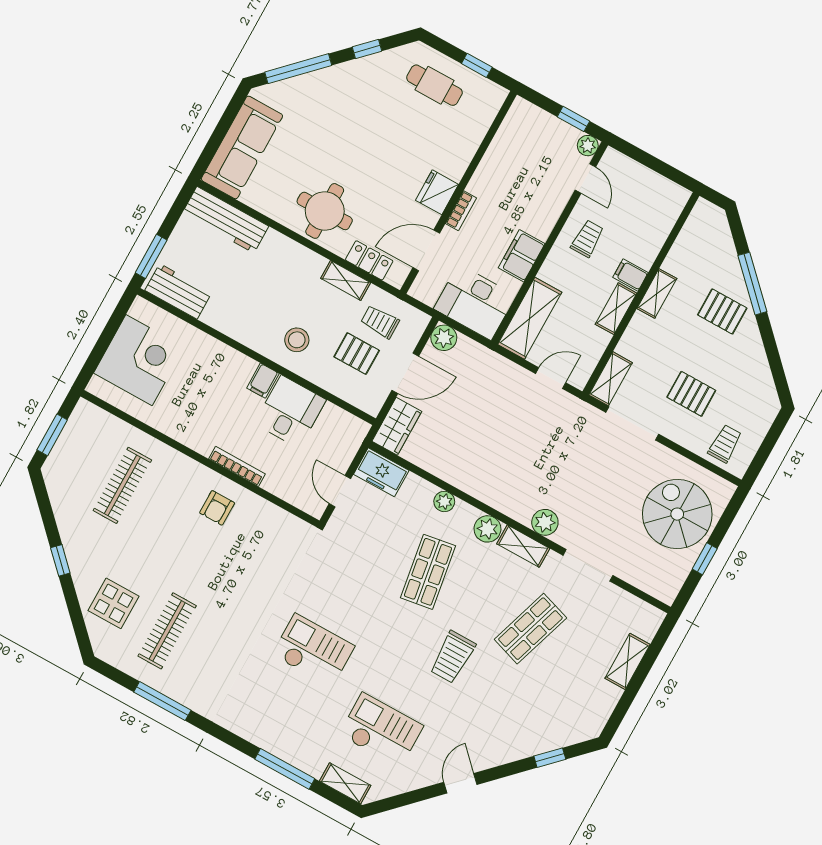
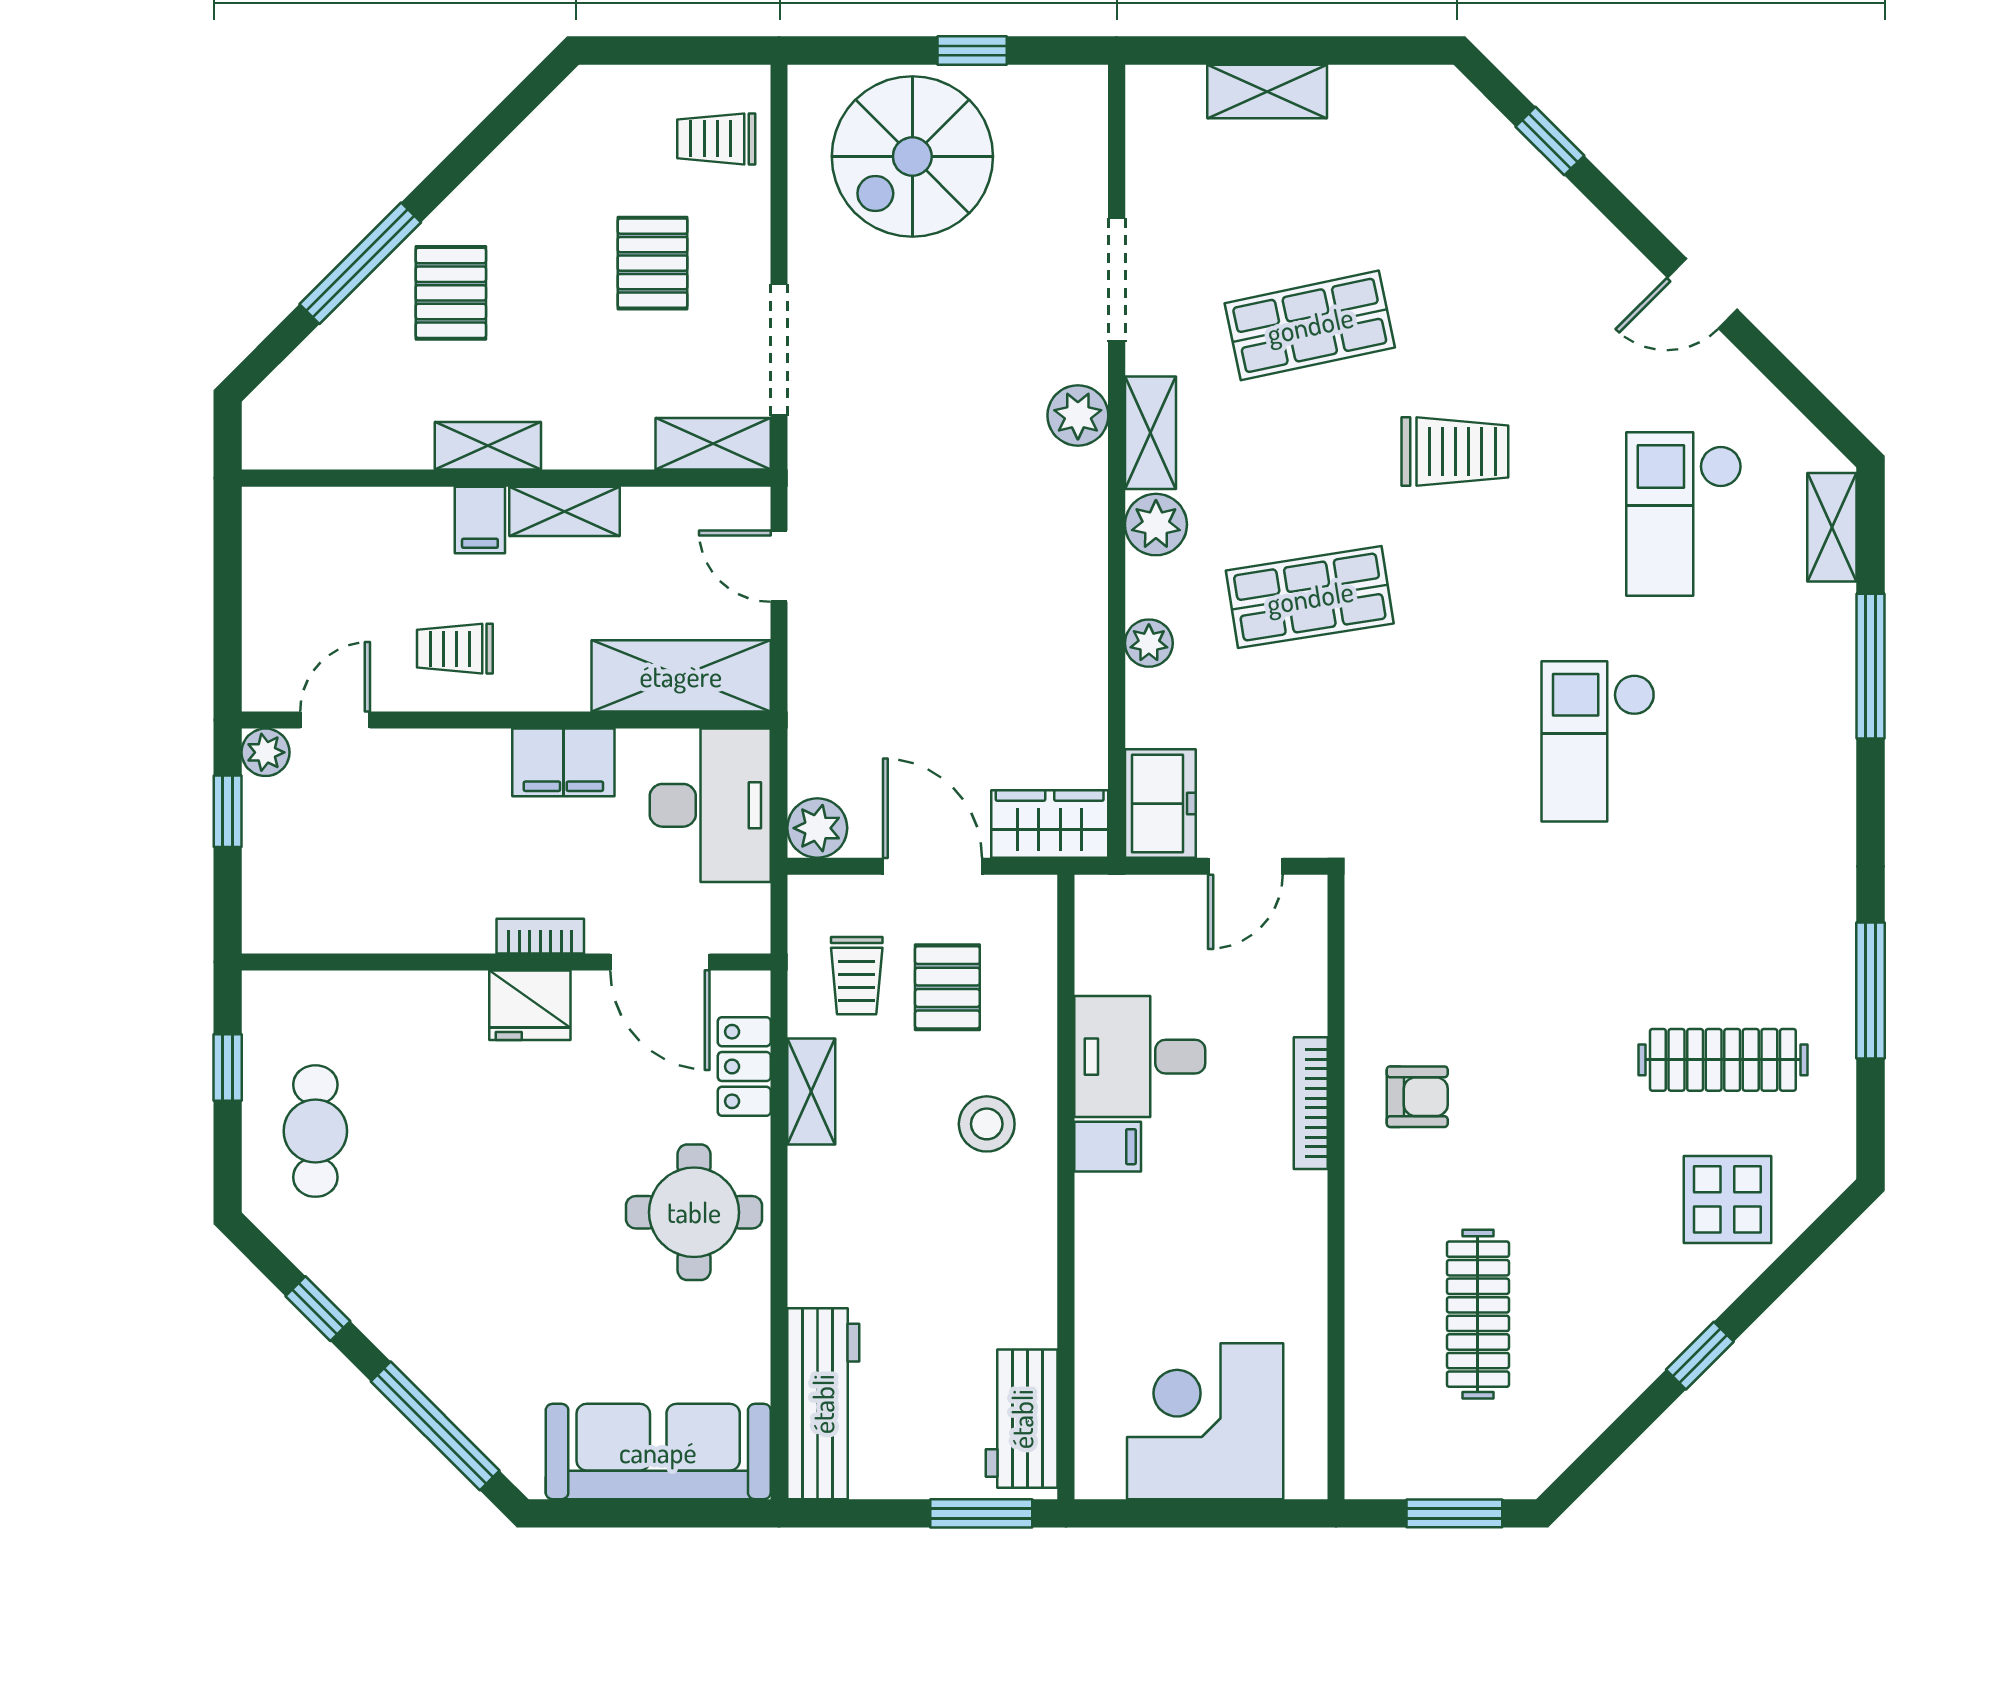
clothes rail: (122, 485) -> (1478, 1314), turned 90
shop shelf: (530, 629) -> (1310, 325), turned -30

